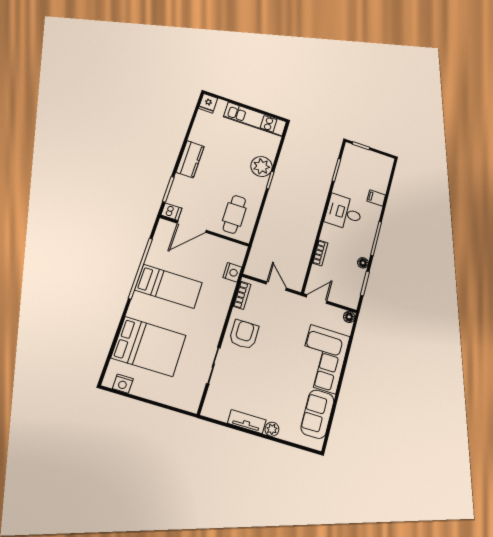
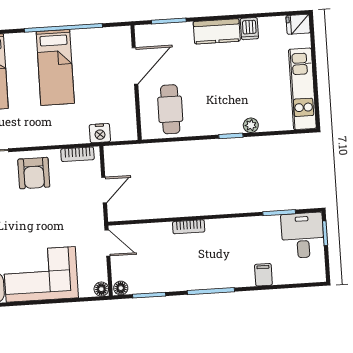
plant: (262, 167) -> (251, 125), width x0.53, depth x0.53
dishwasher: (171, 212) -> (249, 29), moved
desk: (344, 212) -> (303, 235), moved
cafe table: (234, 214) -> (170, 109), turned 90
door: (192, 227) -> (135, 66), swing flipped
bookcase: (320, 253) -> (189, 227), moved
floor lamp: (363, 263) -> (121, 288), moved
armchair: (244, 334) -> (34, 173), turned 90

